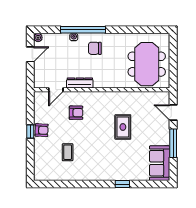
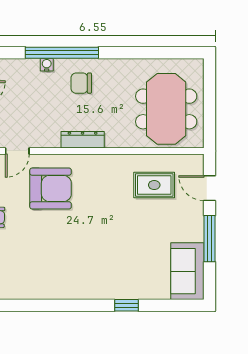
dresser: (80, 83) -> (83, 140), moved
armchair: (76, 113) -> (51, 189), width x1.88, depth x1.88
rug: (123, 127) -> (154, 185), moved, turned 90
coffee table: (68, 152) -> (37, 253), removed

